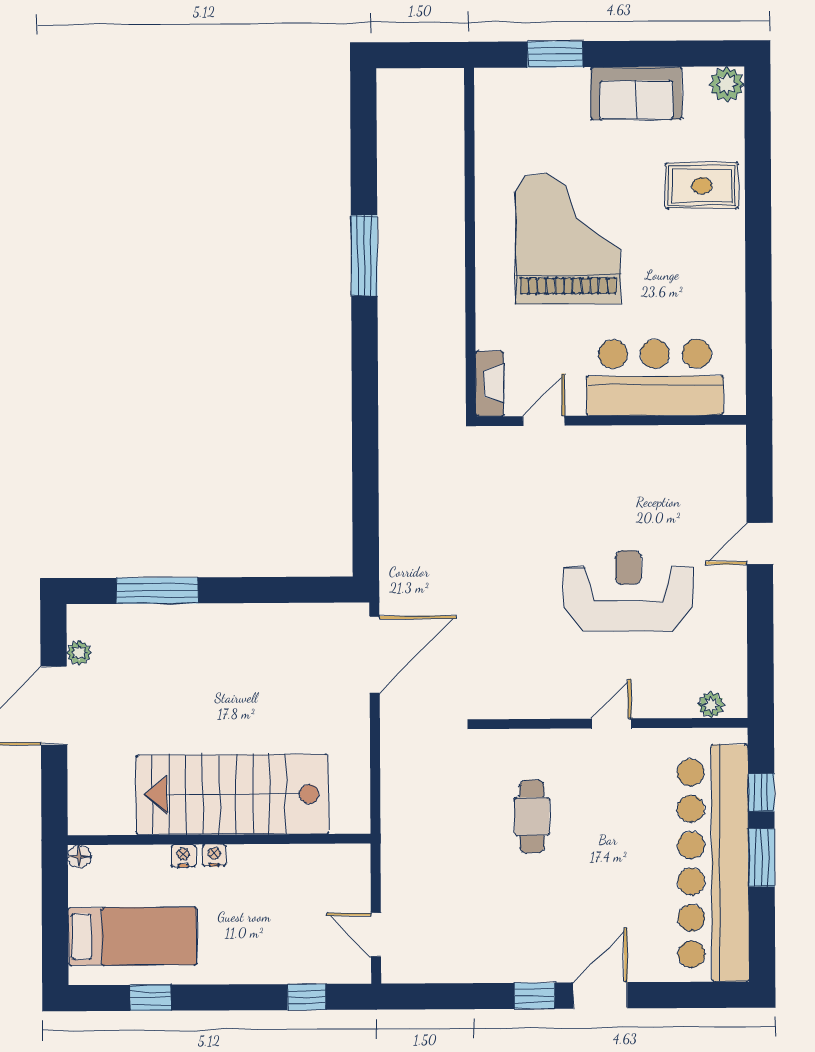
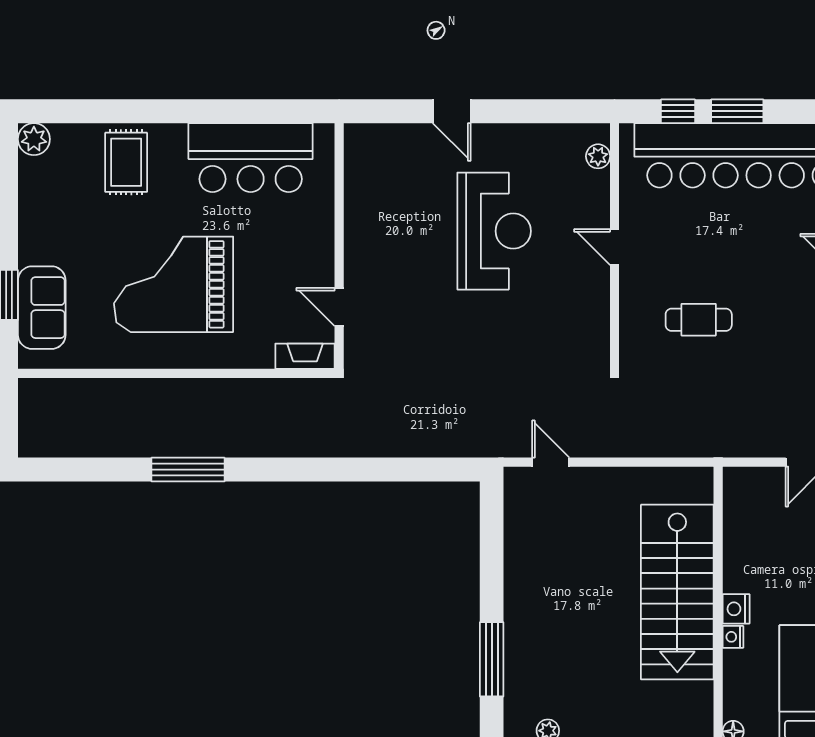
sofa: (636, 93) -> (42, 308), moved
bar counter: (655, 377) -> (251, 158), moved, turned -90
reception desk: (628, 591) -> (494, 231), turned 180
door: (374, 655) -> (551, 462), width x0.53
nightstand: (214, 855) -> (736, 609), width x1.39, depth x1.35

